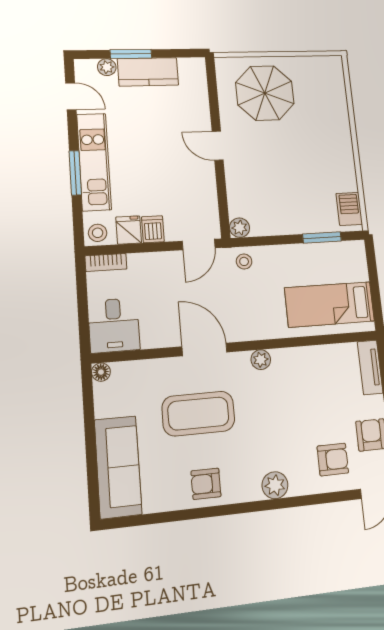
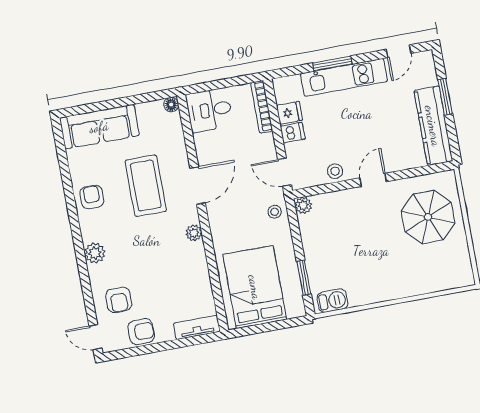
plant: (107, 67) -> (430, 78), removed
kitchen counter: (148, 72) -> (433, 126), width x1.50
stool: (98, 233) -> (335, 171), moved
bookcase: (106, 263) -> (262, 107), width x1.56
bed: (330, 304) -> (255, 287), width x1.50

